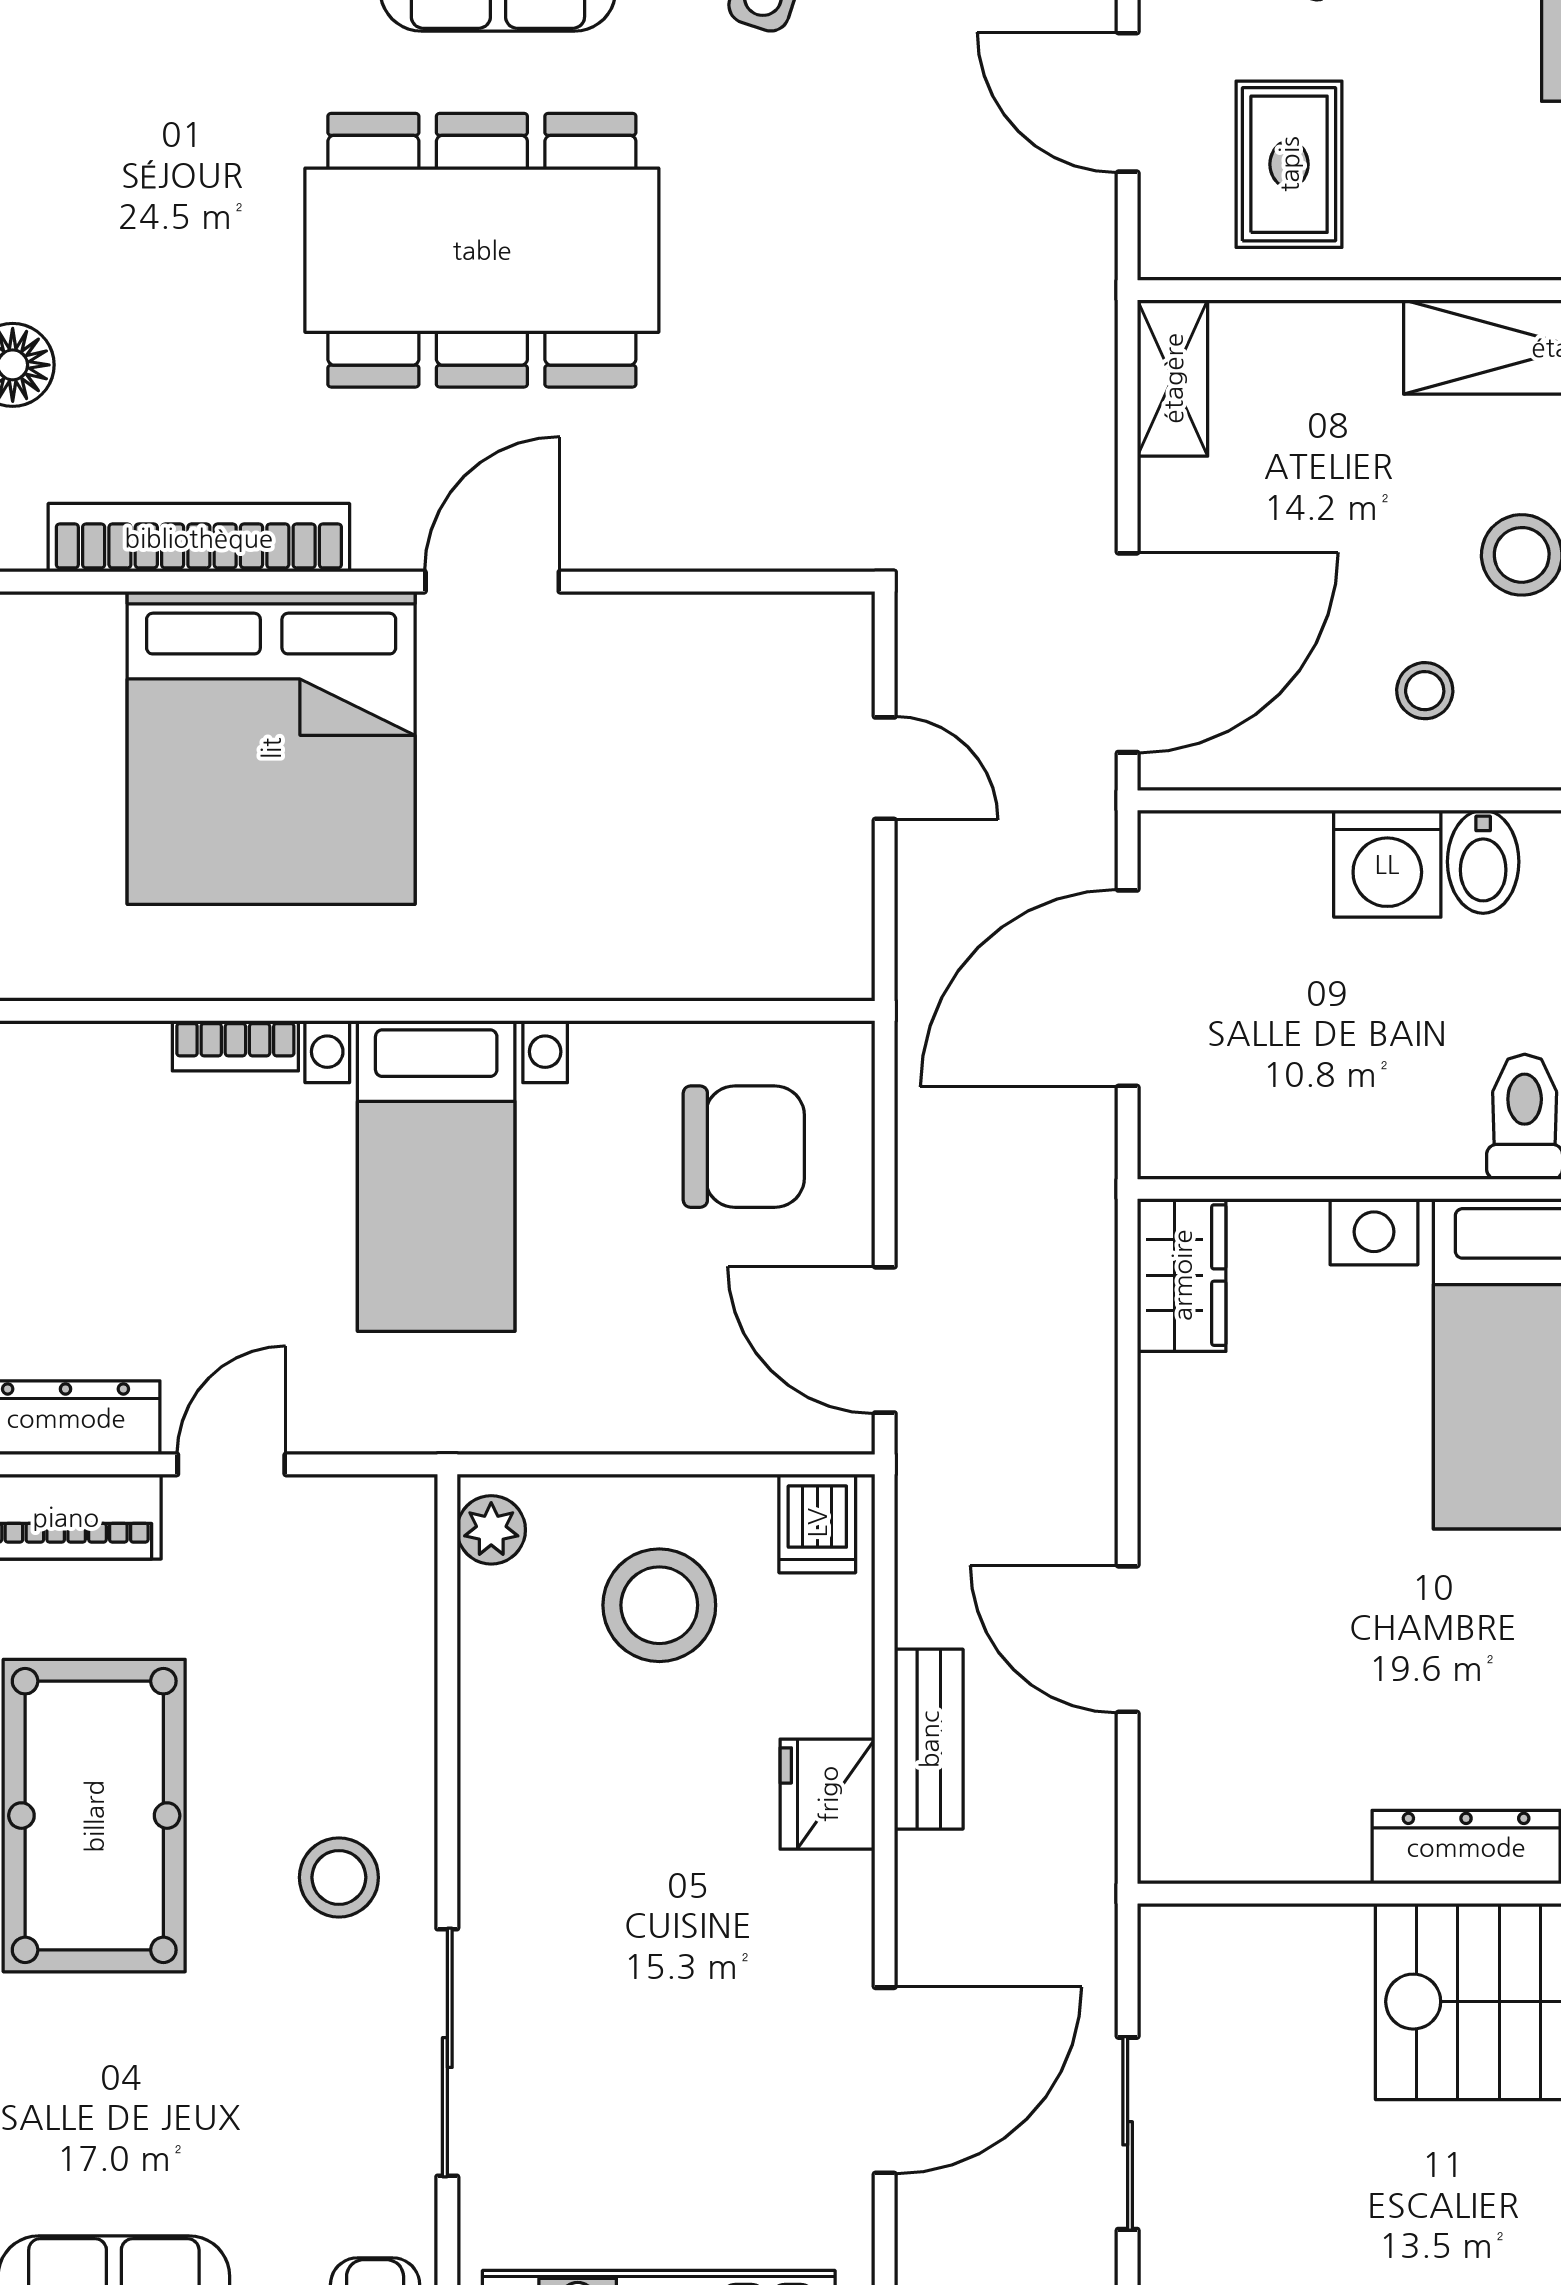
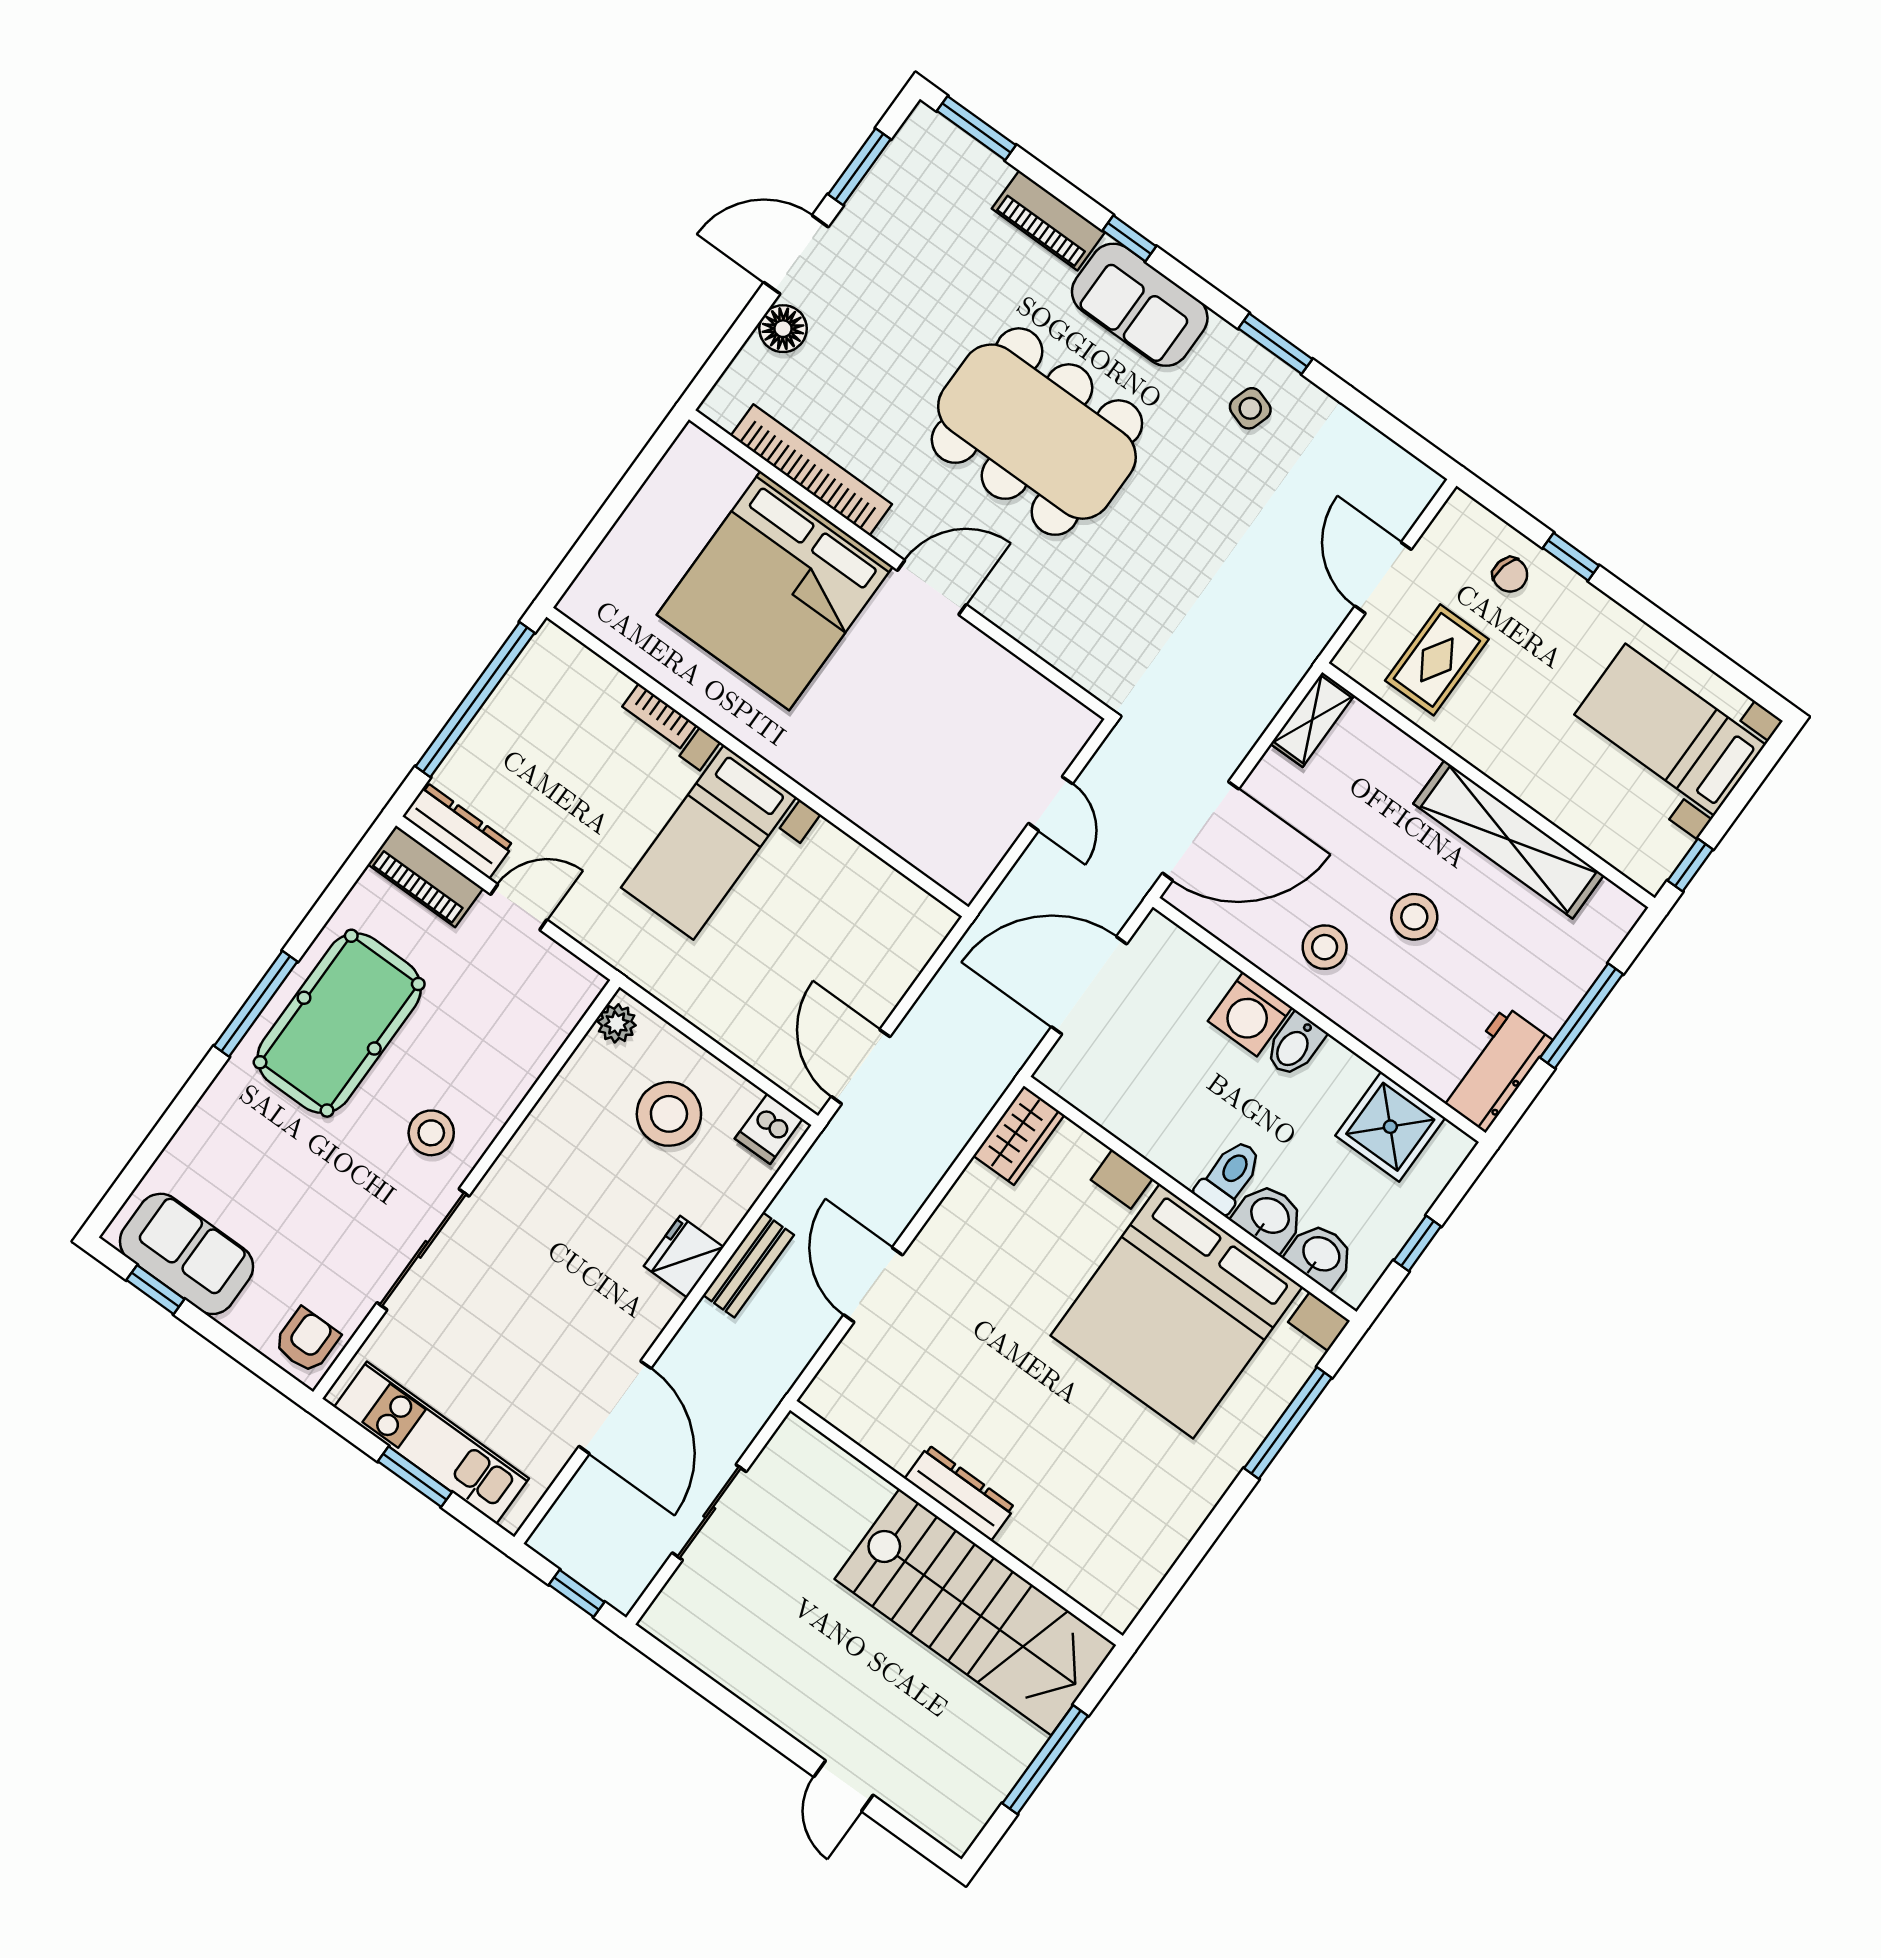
stool: (1425, 691) -> (1325, 947), width x1.37, depth x1.37
chair: (744, 1147) -> (860, 931), removed
door: (885, 2080) -> (615, 1407), hinge flipped

